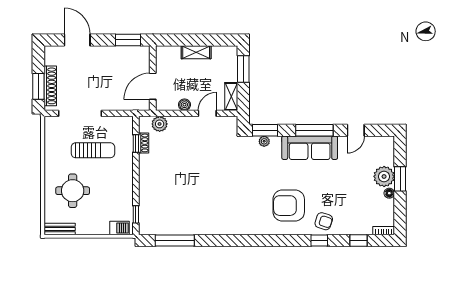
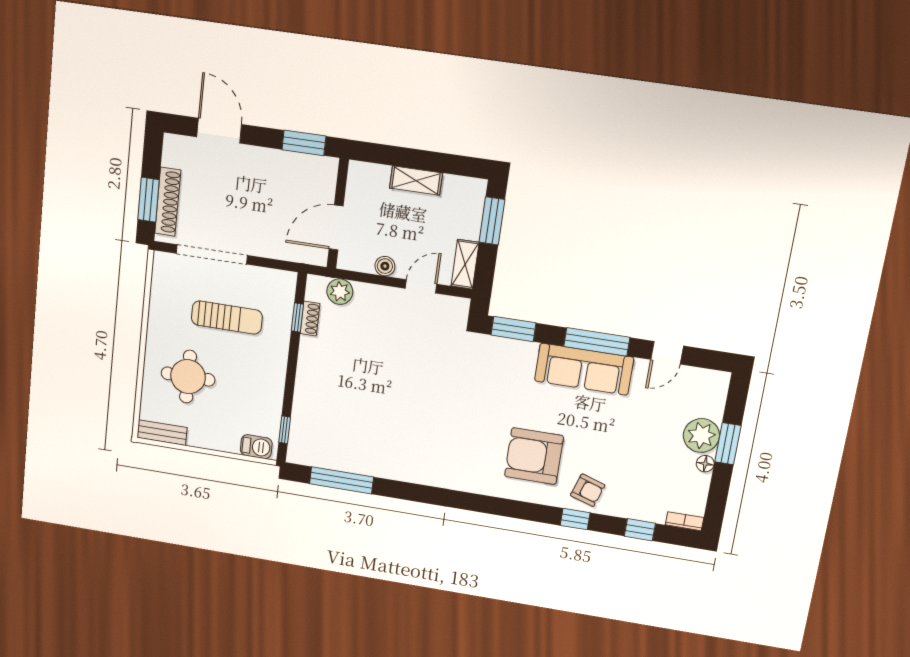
plant: (264, 141) -> (509, 347), removed

